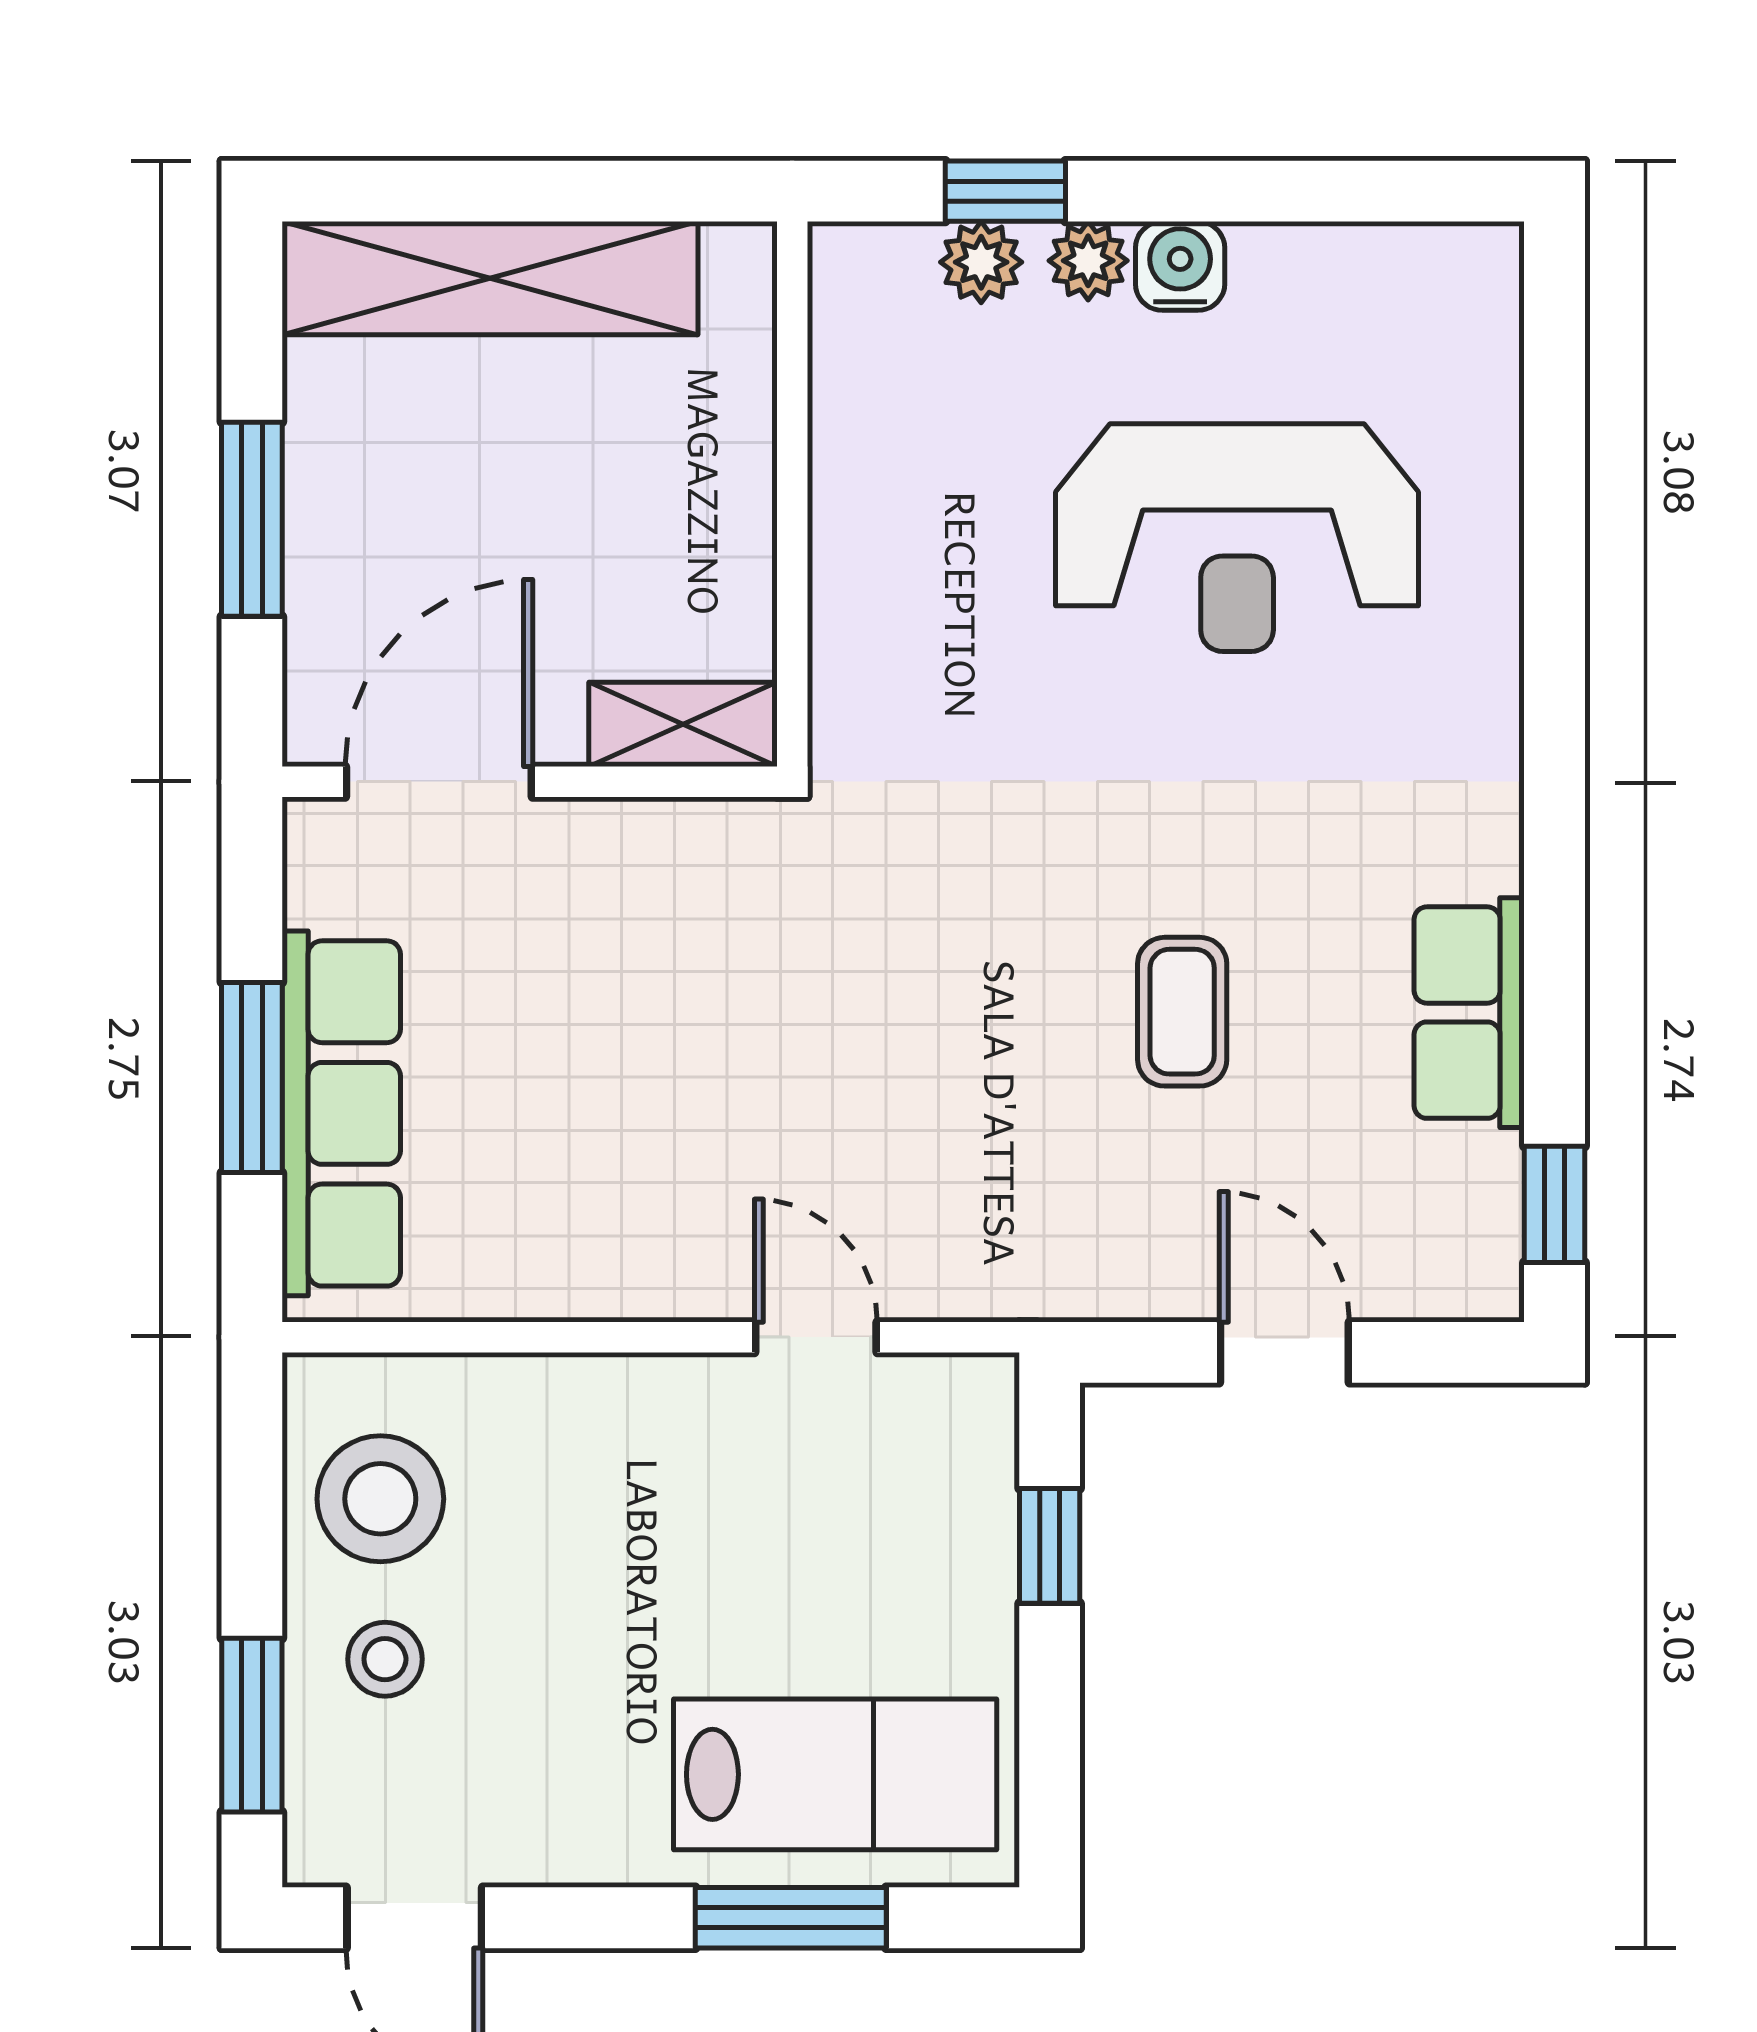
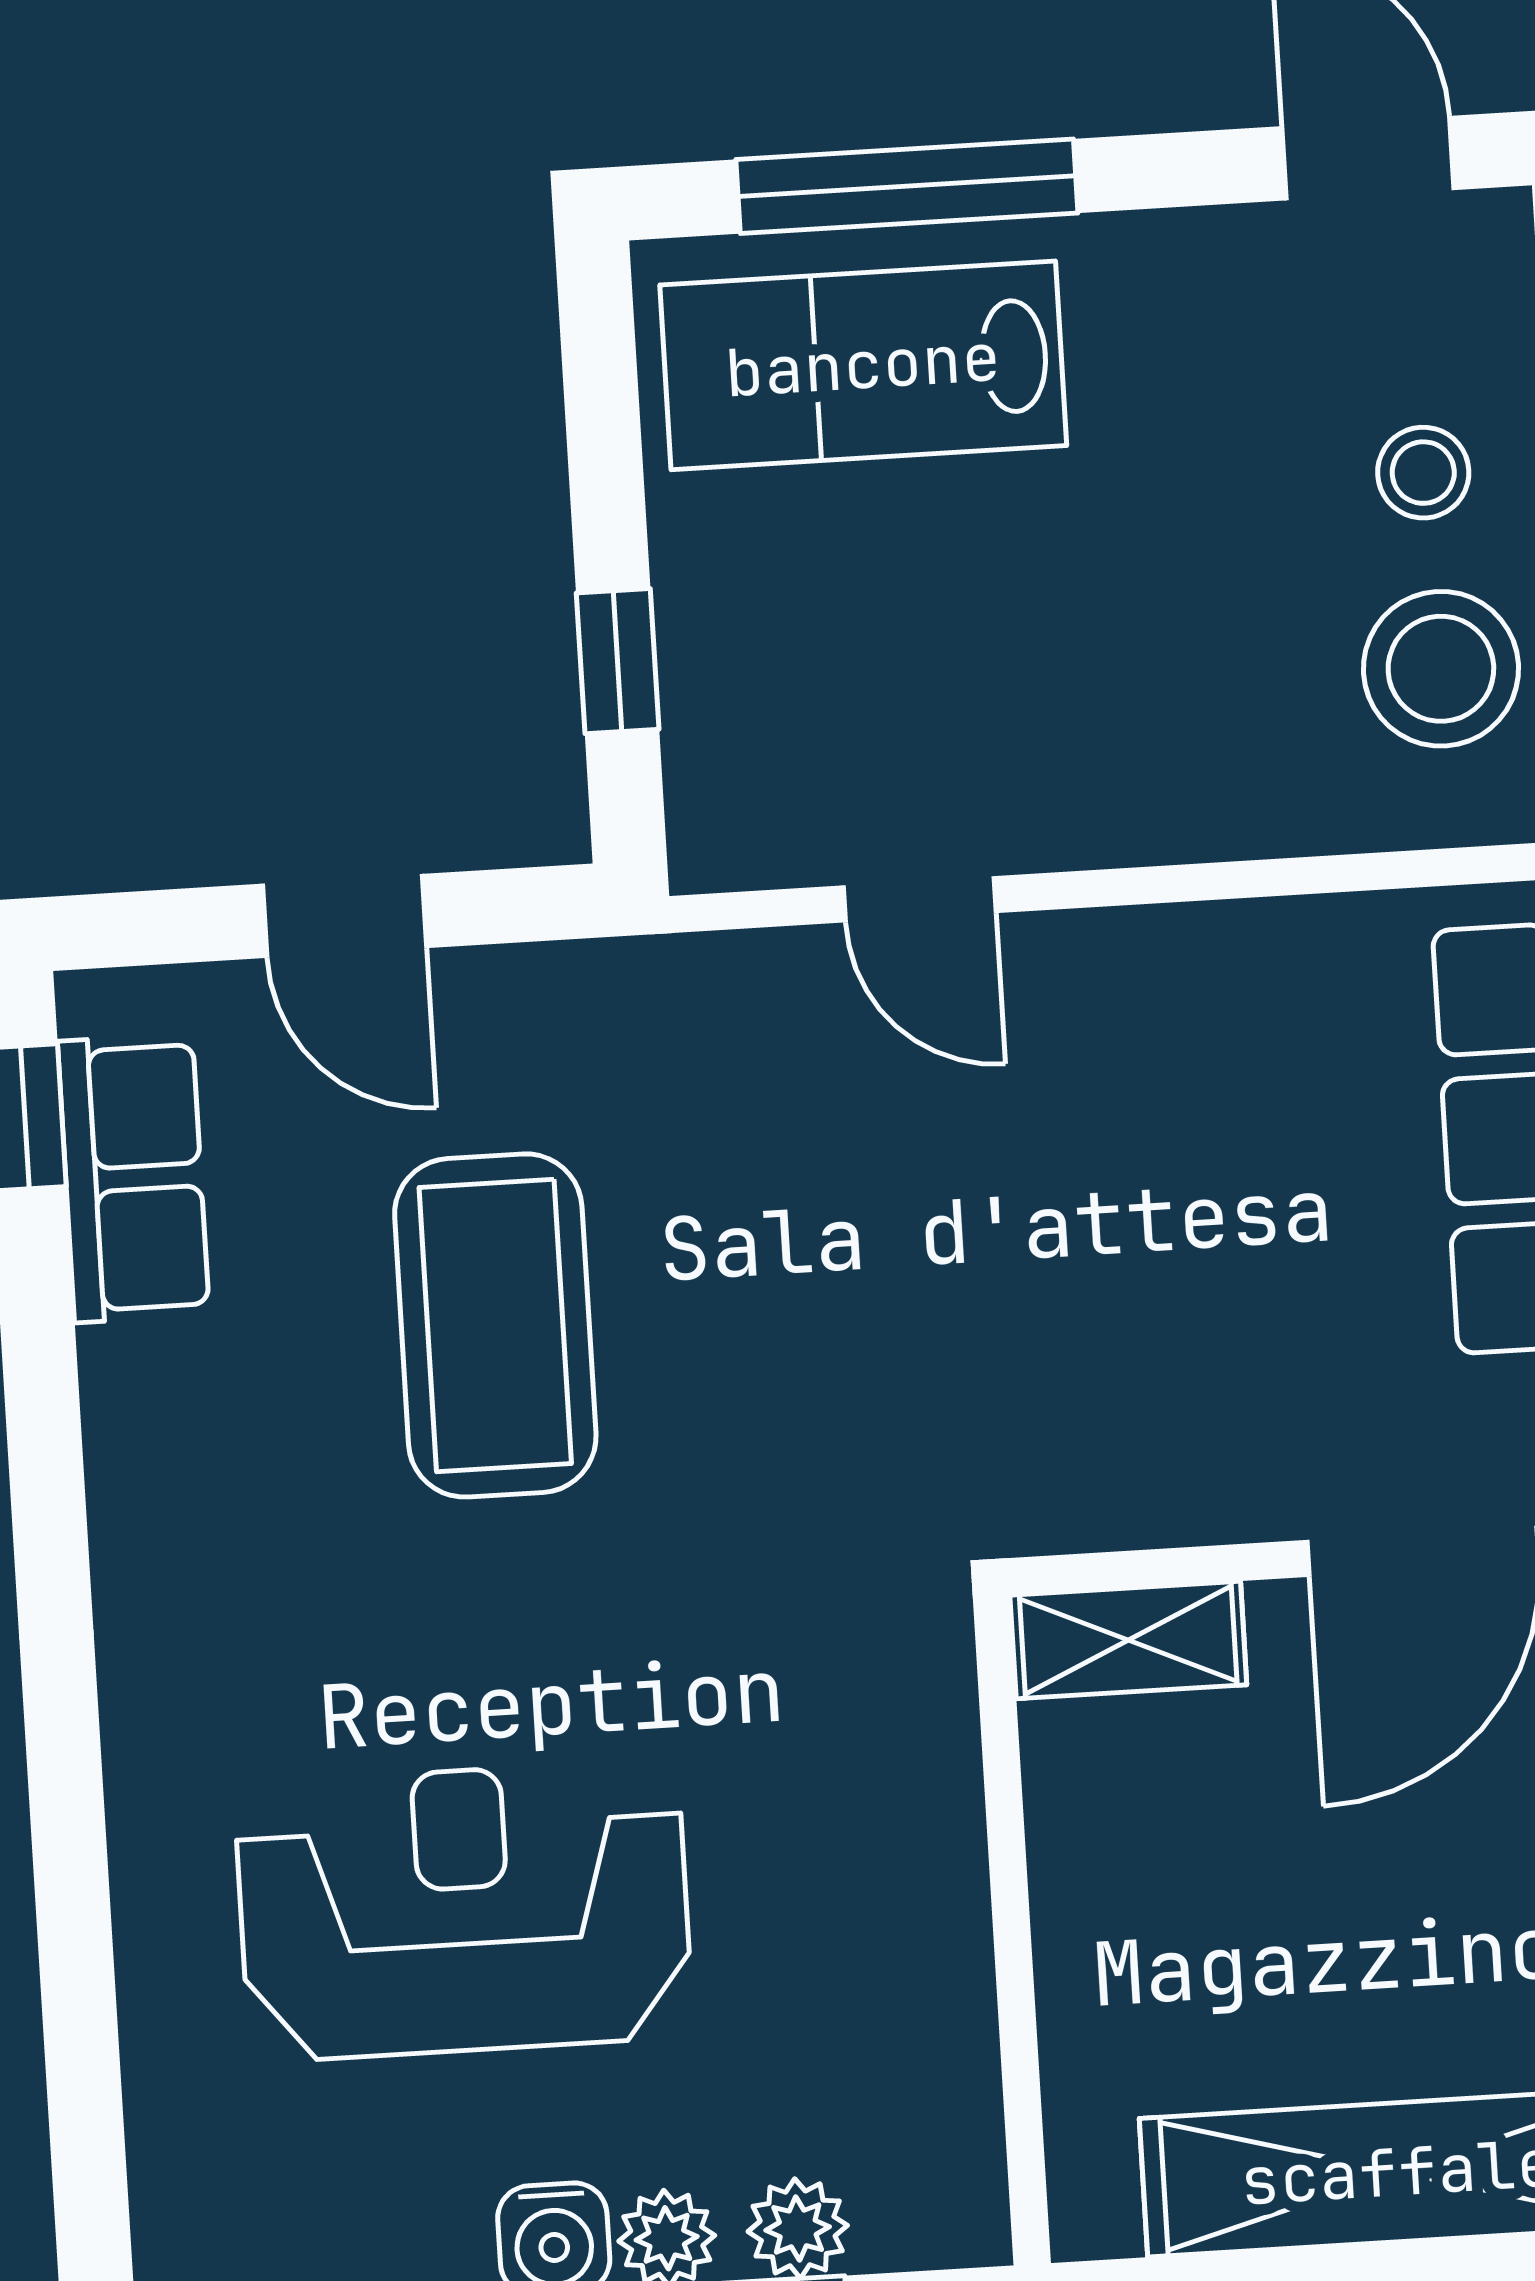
coffee table: (1182, 1012) -> (495, 1325), width x1.86, depth x1.72
row of seats: (1469, 1013) -> (133, 1178), moved
window: (791, 1918) -> (907, 186), width x1.44

